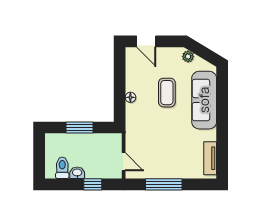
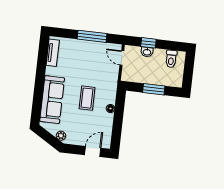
door: (146, 41) -> (93, 151), hinge flipped
coffee table: (167, 93) -> (87, 98), moved
washbasin: (77, 173) -> (147, 52), moved

